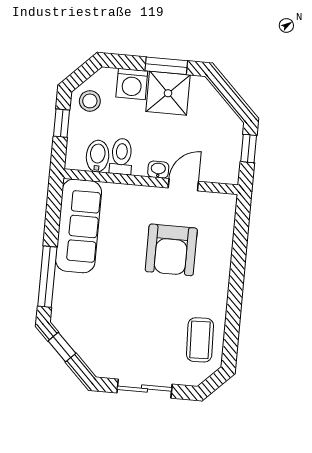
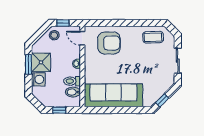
stool: (90, 101) -> (54, 35), moved
door: (183, 185) -> (82, 38), moved
sofa: (79, 226) -> (114, 95), width x1.36, depth x1.27
armchair: (171, 250) -> (109, 43), moved
window: (47, 277) -> (130, 110), removed

